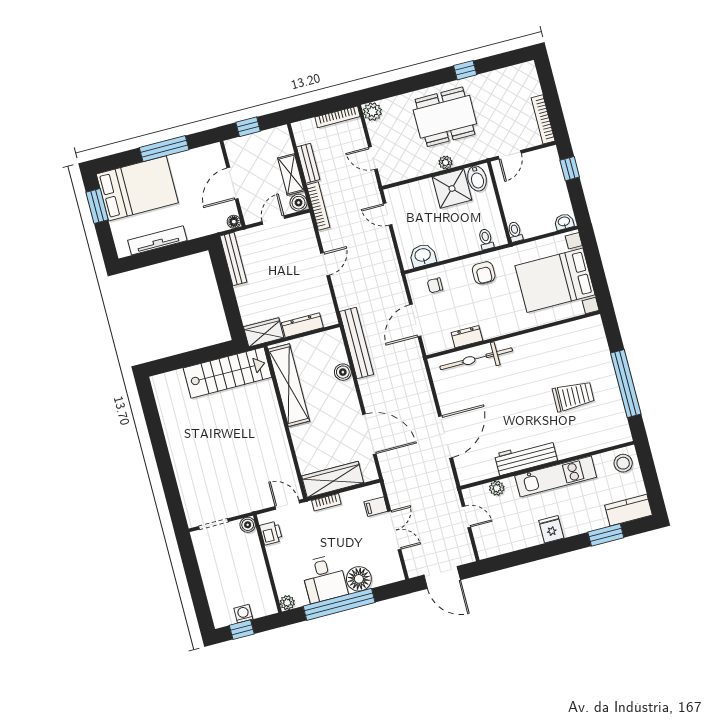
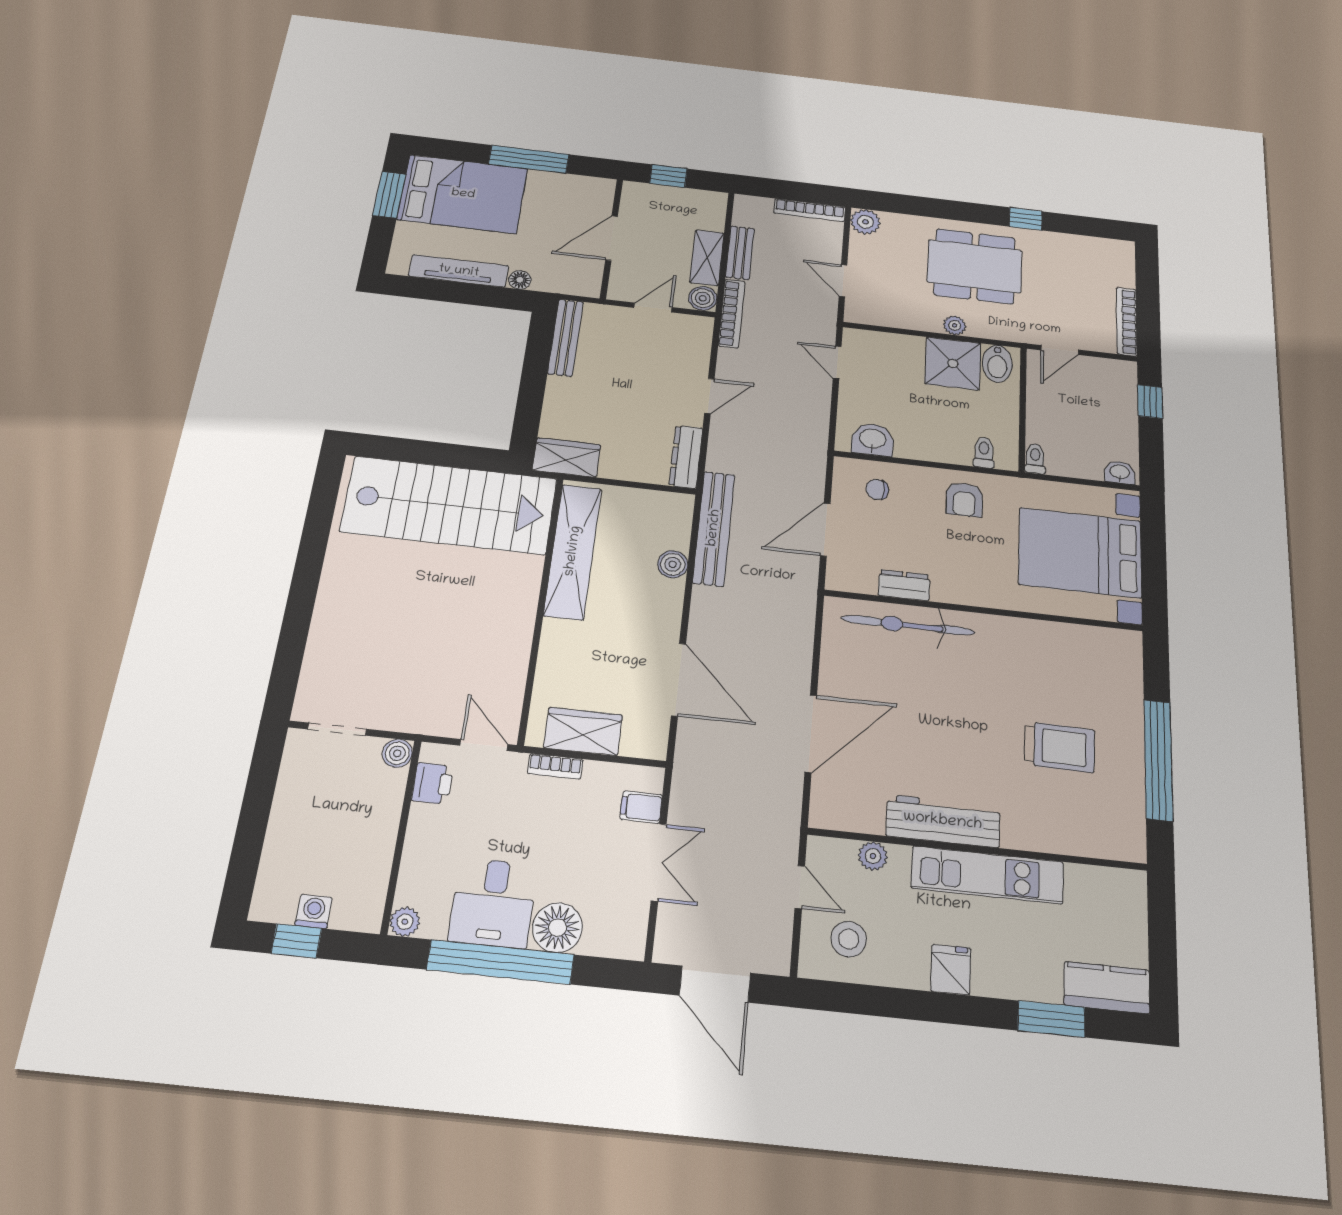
floor lamp: (234, 222) -> (520, 280), moved
dresser: (302, 325) -> (686, 457), moved, turned -90
stairs: (227, 373) -> (449, 505), width x1.36, depth x1.51
stool: (623, 463) -> (849, 939), moved
wardrobe: (333, 479) -> (583, 731), width x0.67

